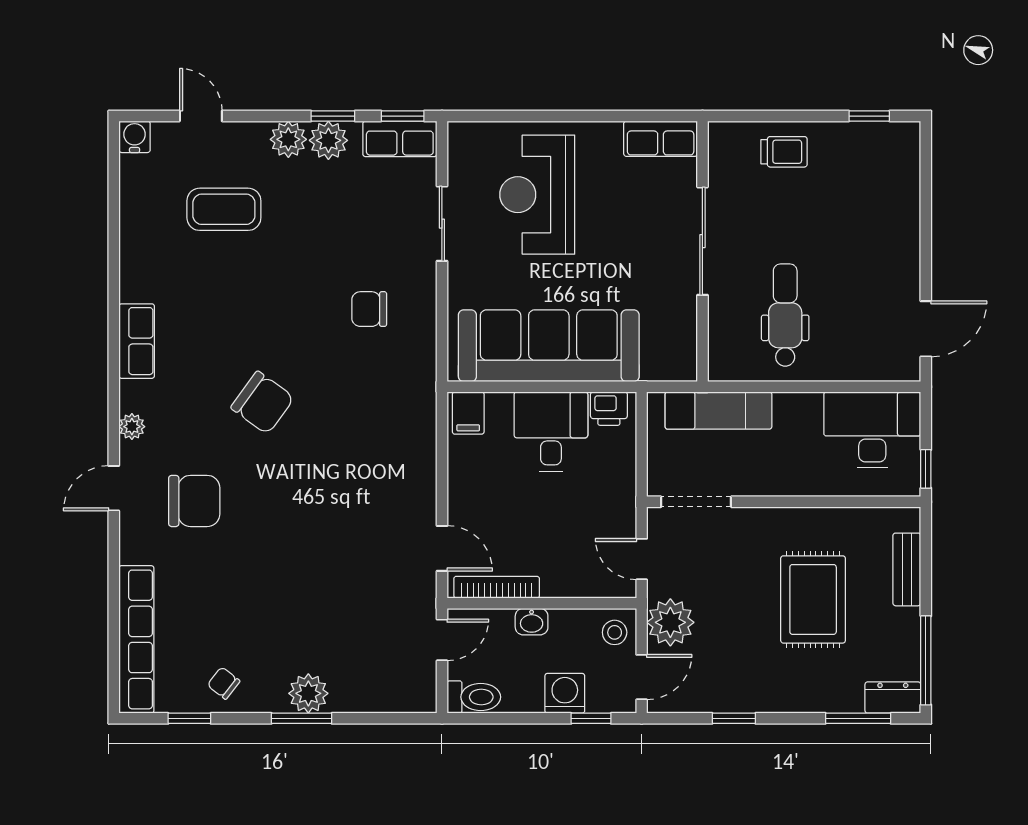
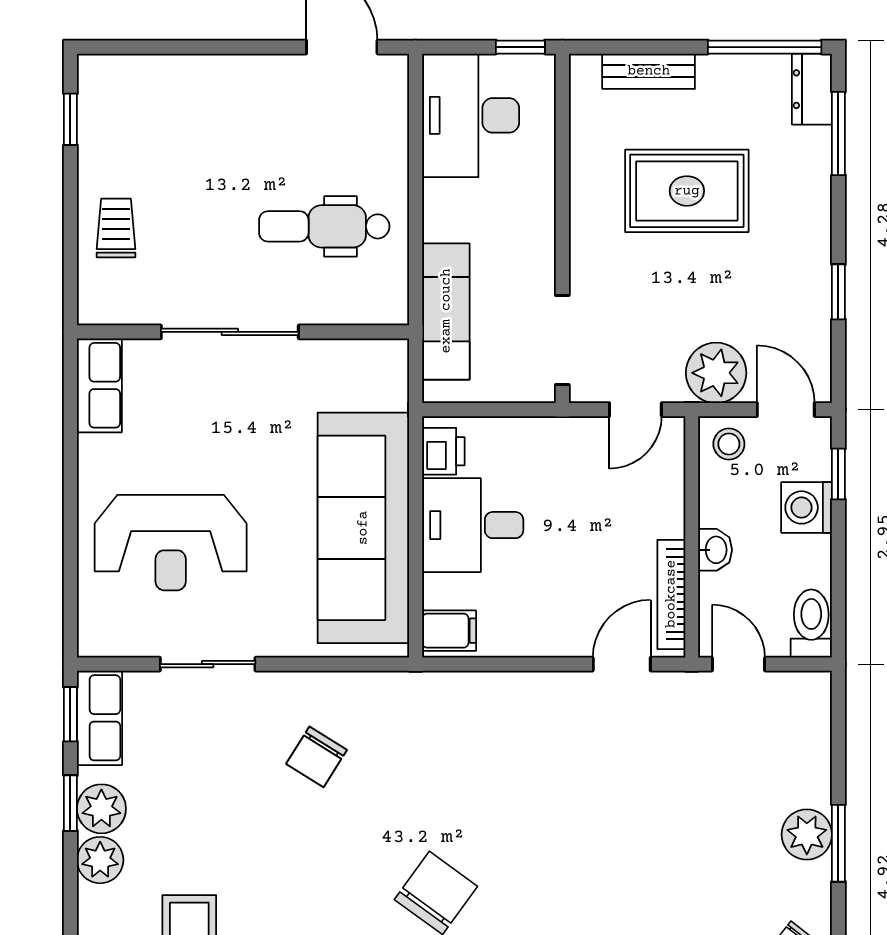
chair: (369, 309) -> (317, 757), turned 32

